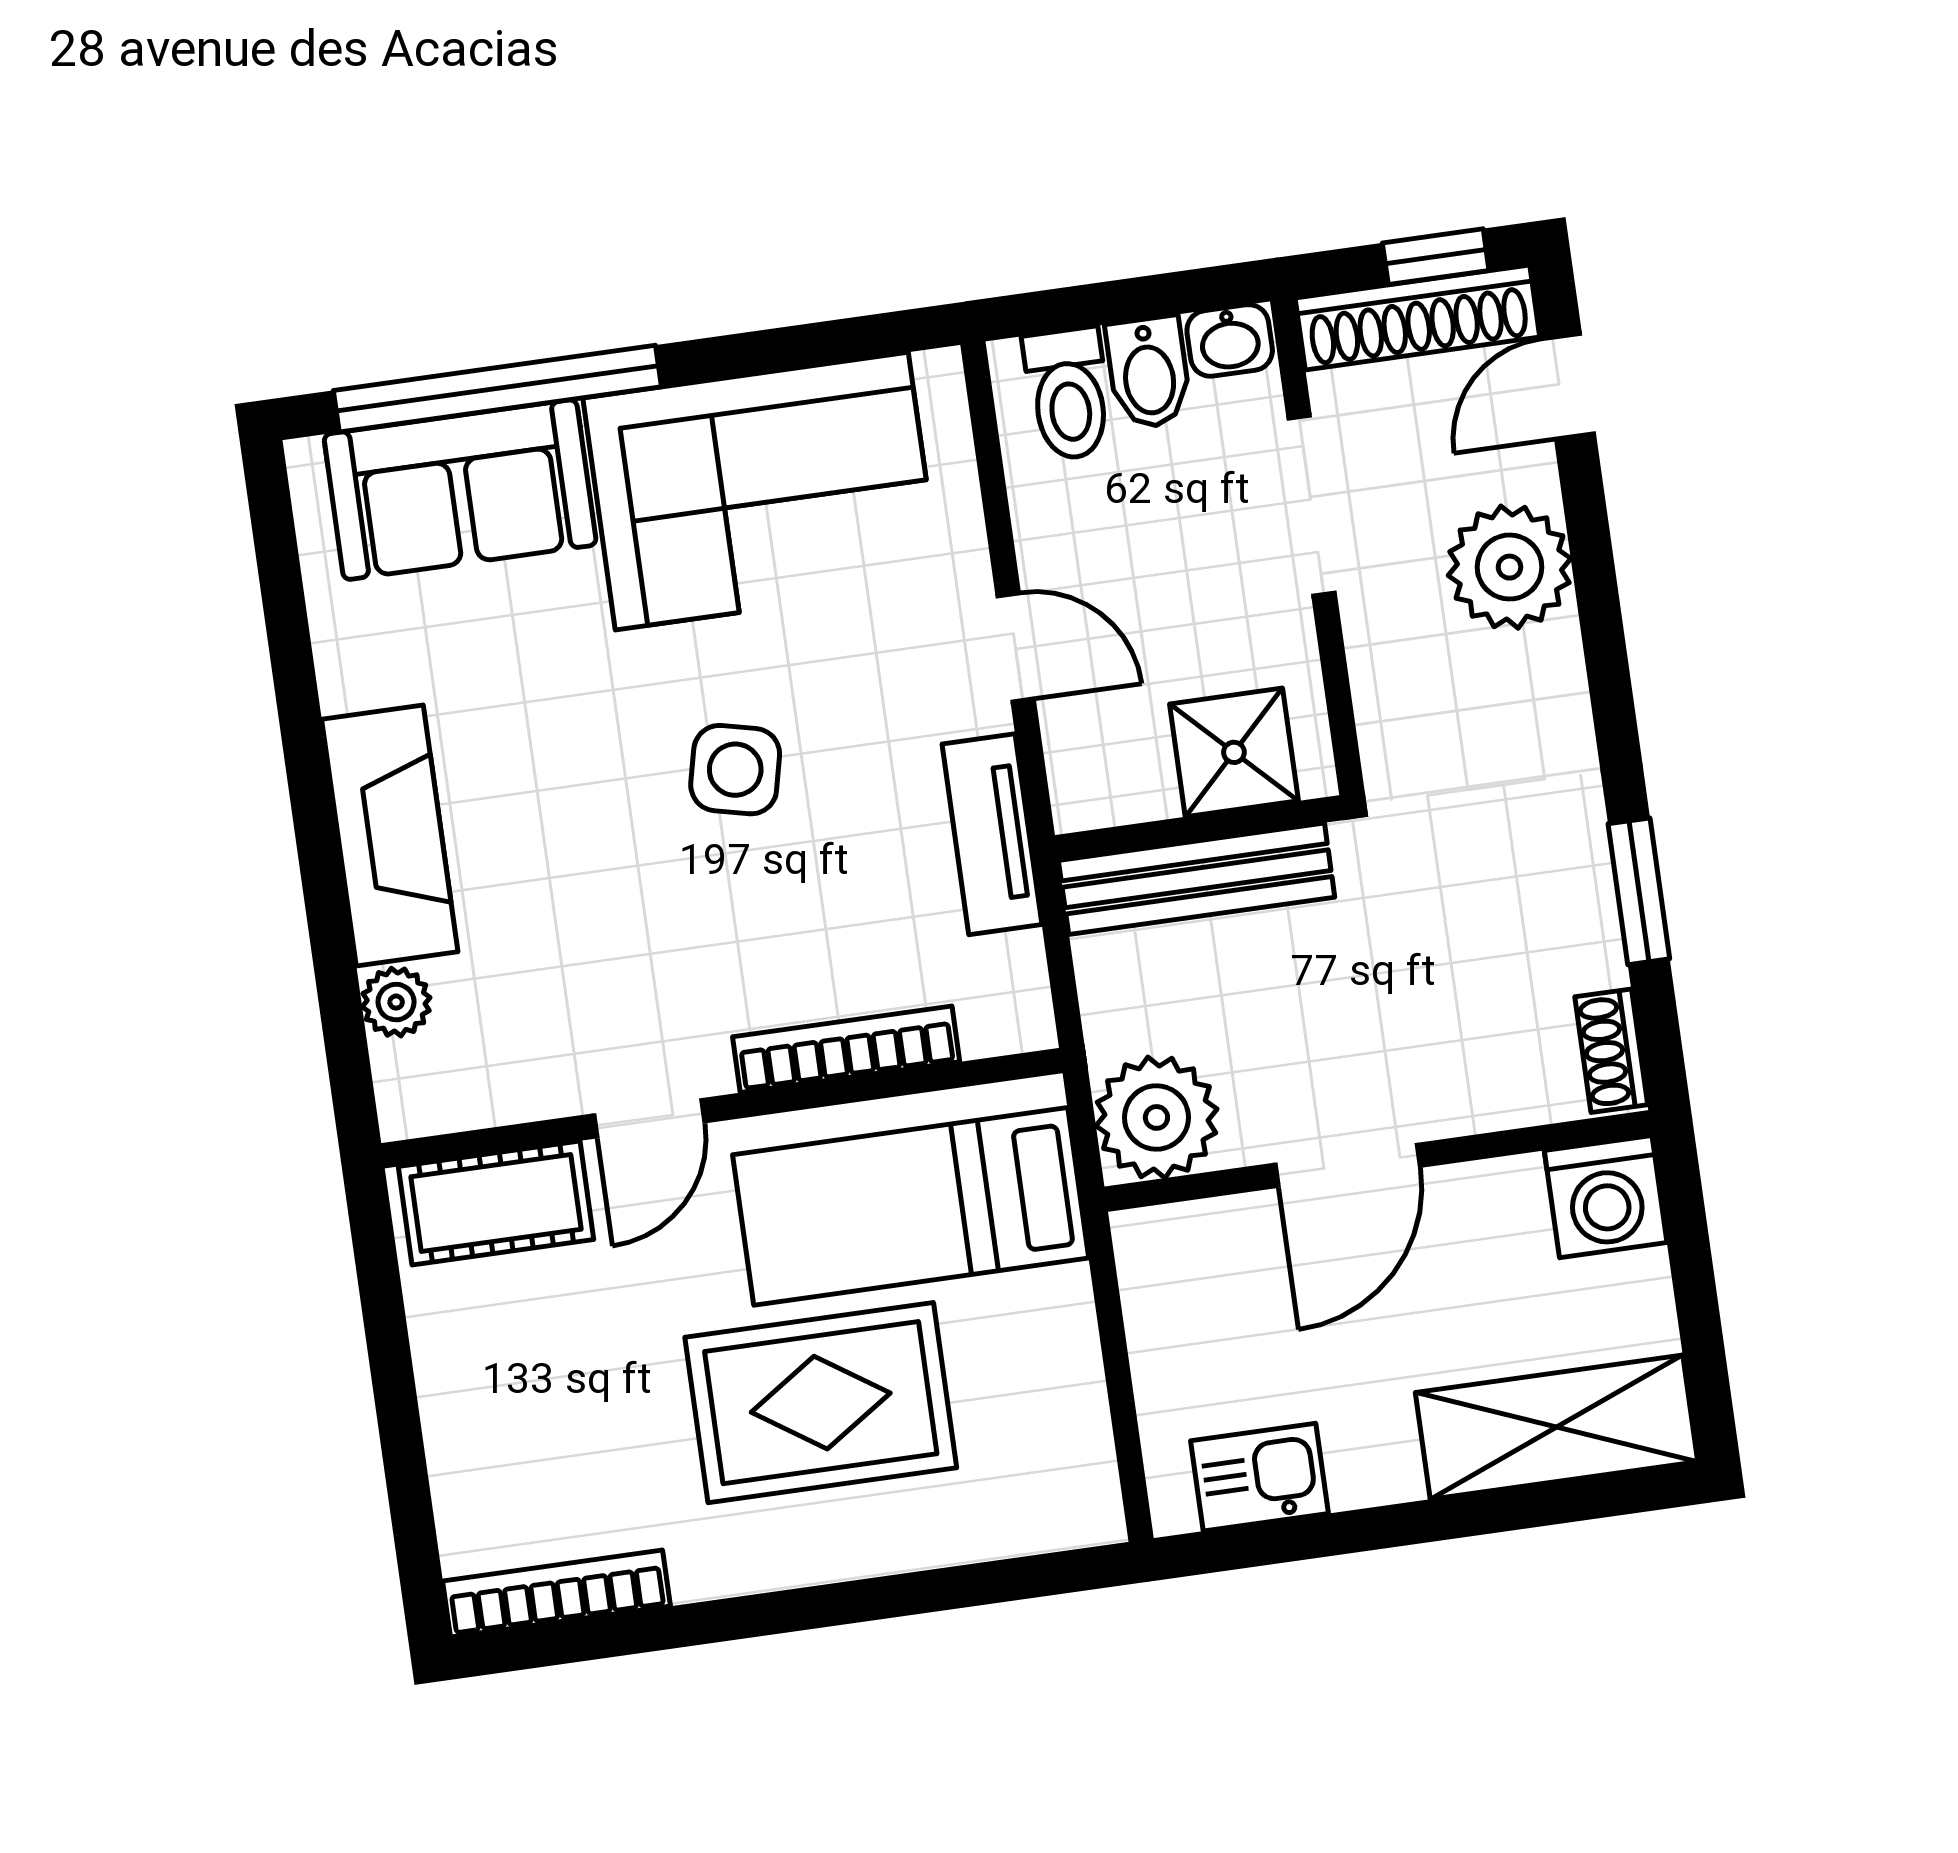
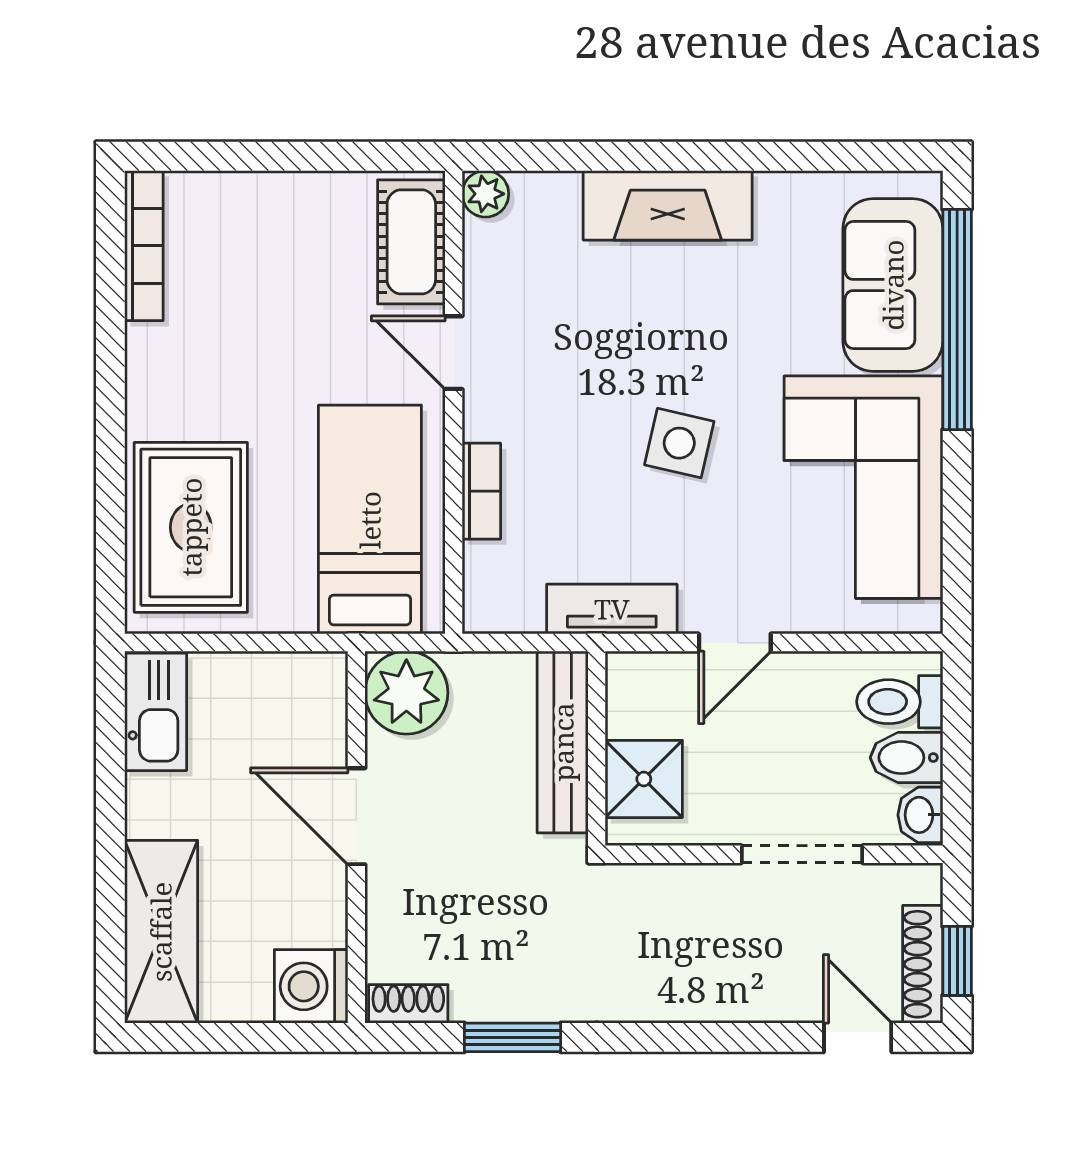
shoe rack: (1417, 318) -> (923, 964), width x0.74, depth x0.81
plant: (1509, 567) -> (742, 981), removed
plant: (396, 1002) -> (485, 194), moved
bookcase: (846, 1049) -> (481, 491), width x0.64
rug: (821, 1403) -> (191, 527), moved
kitchen sink: (1260, 1477) -> (156, 712), width x1.38

